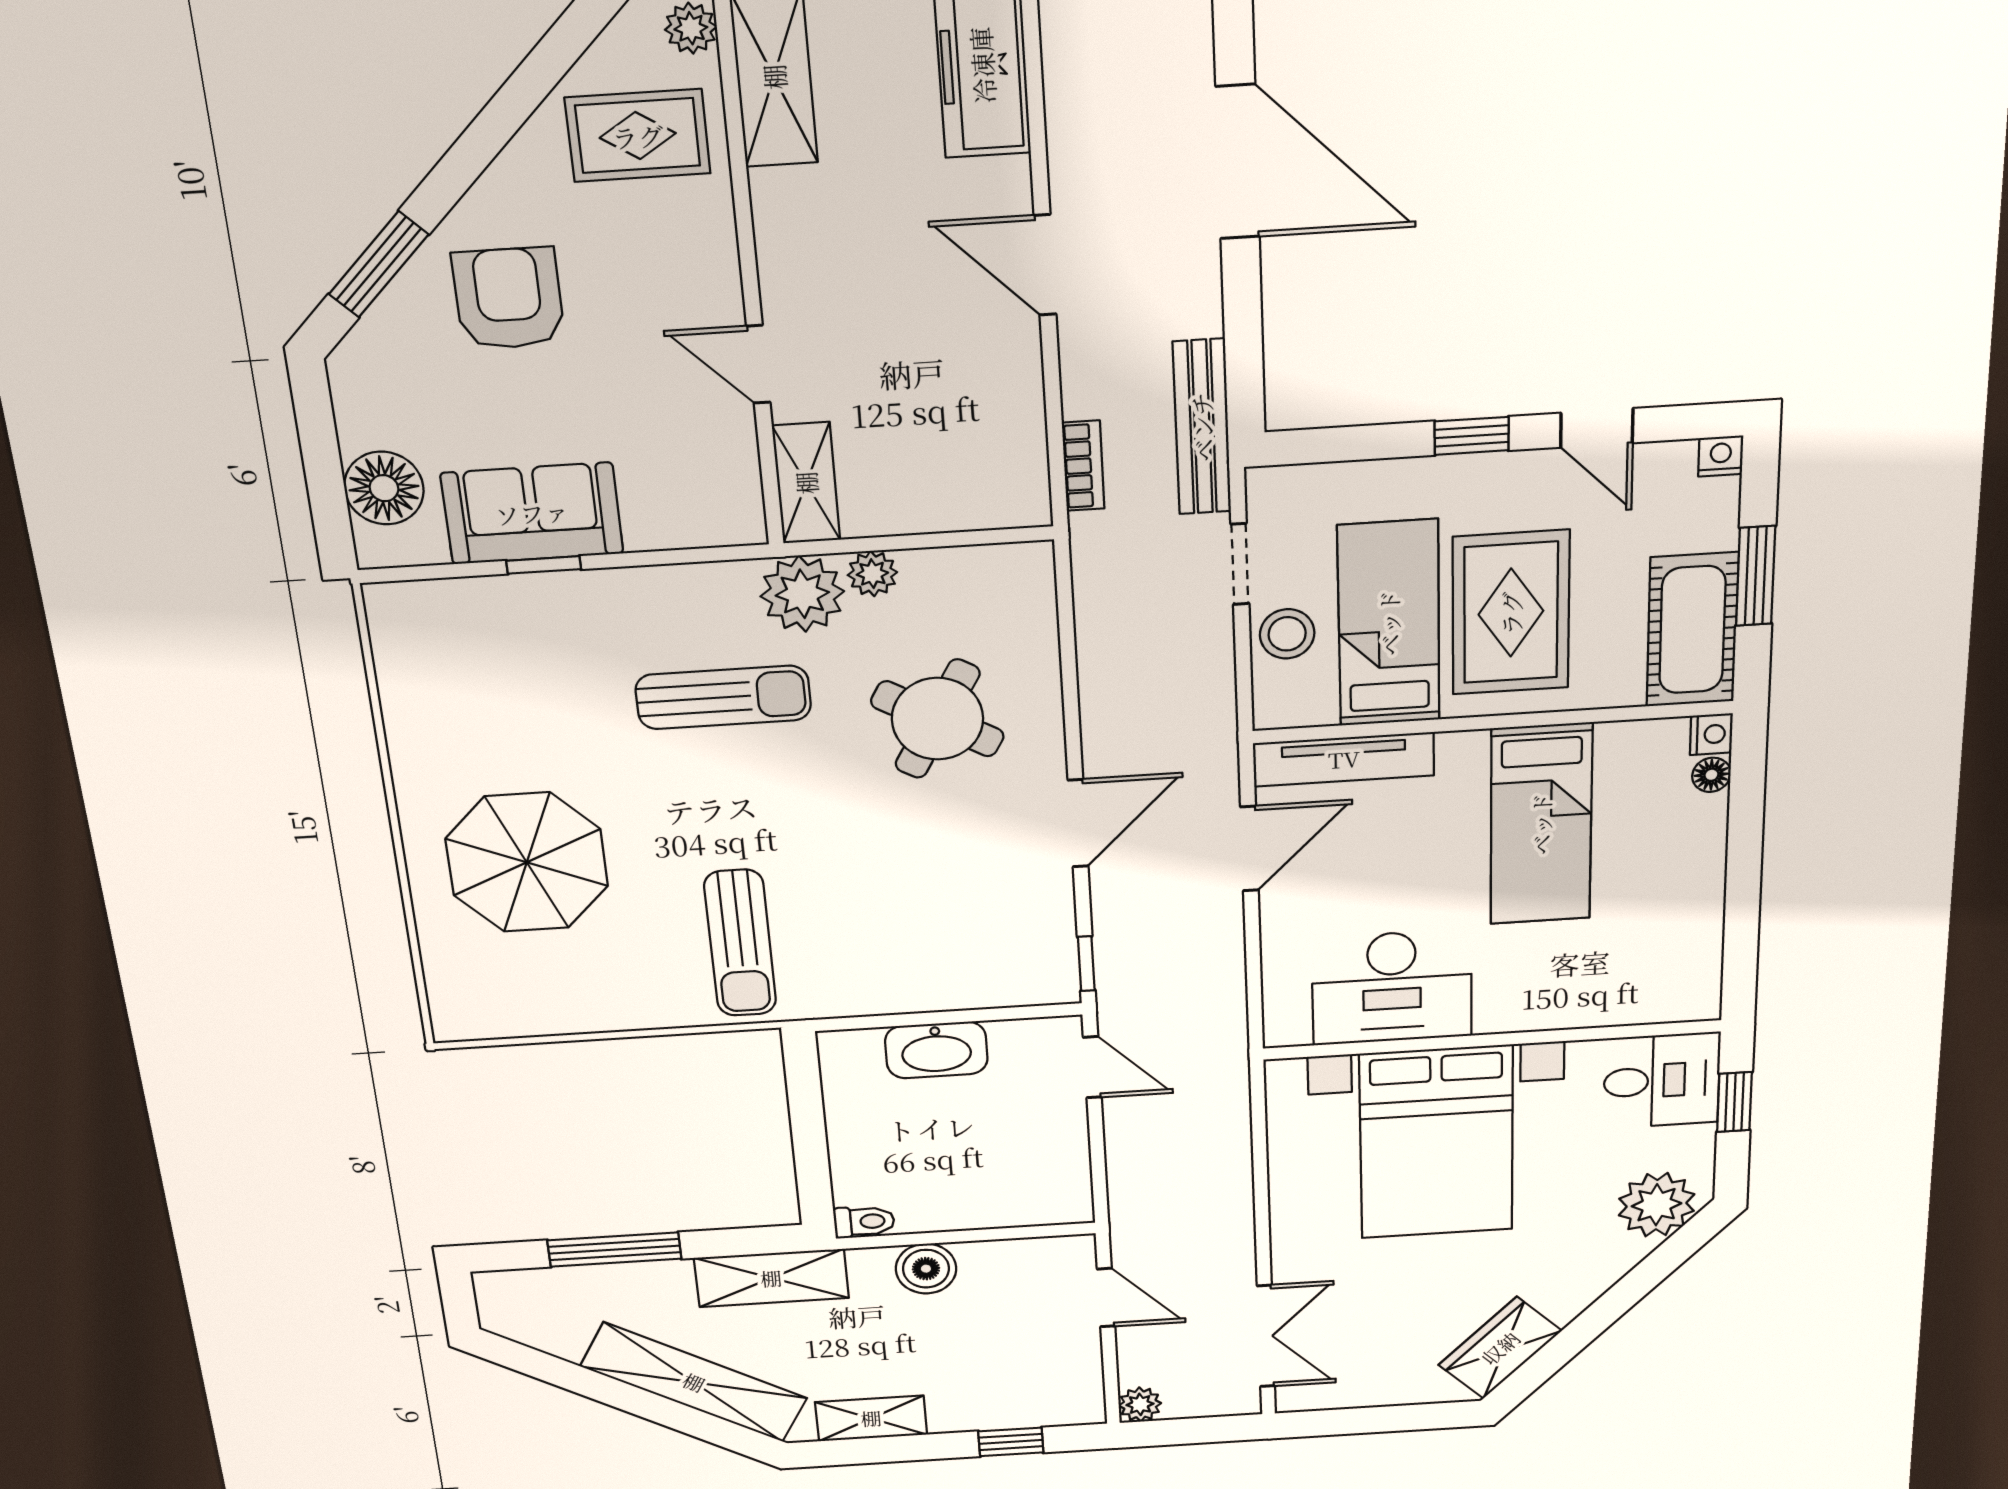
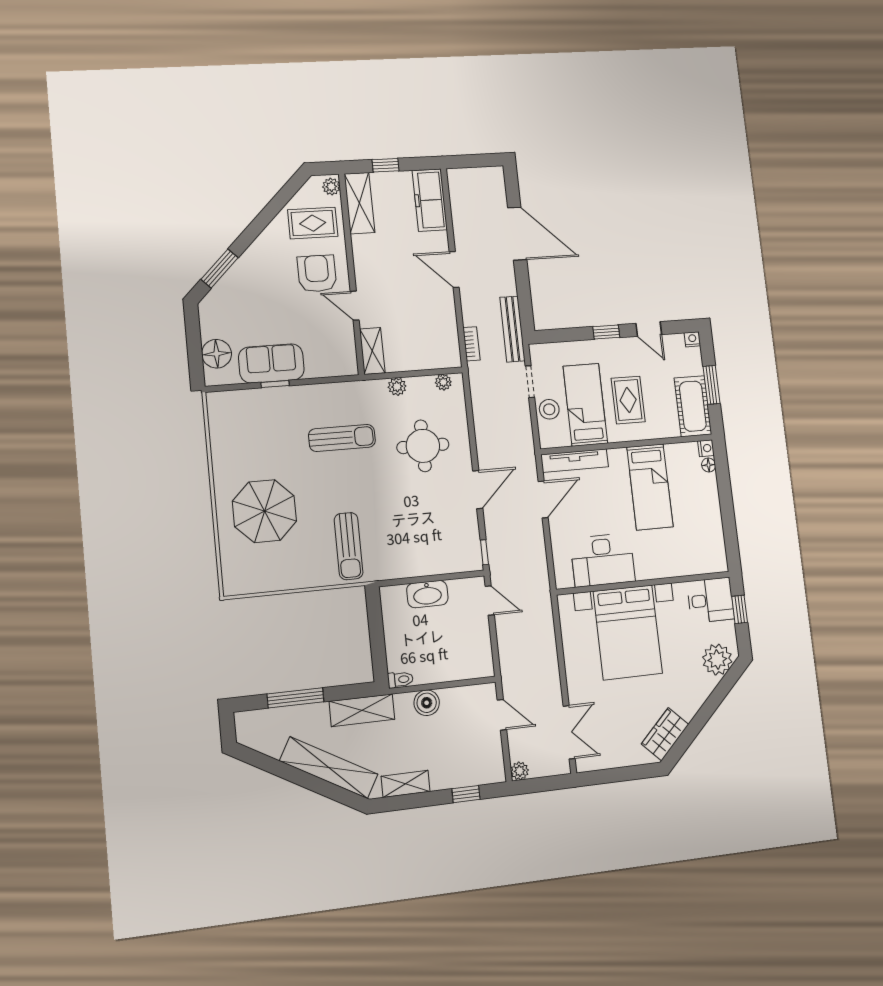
armchair: (508, 298) -> (317, 274), moved
plant: (802, 594) -> (443, 382), moved, width x0.53, depth x0.53
rug: (1511, 613) -> (628, 400), width x0.73, depth x0.70
round table: (937, 719) -> (423, 446), turned -30

